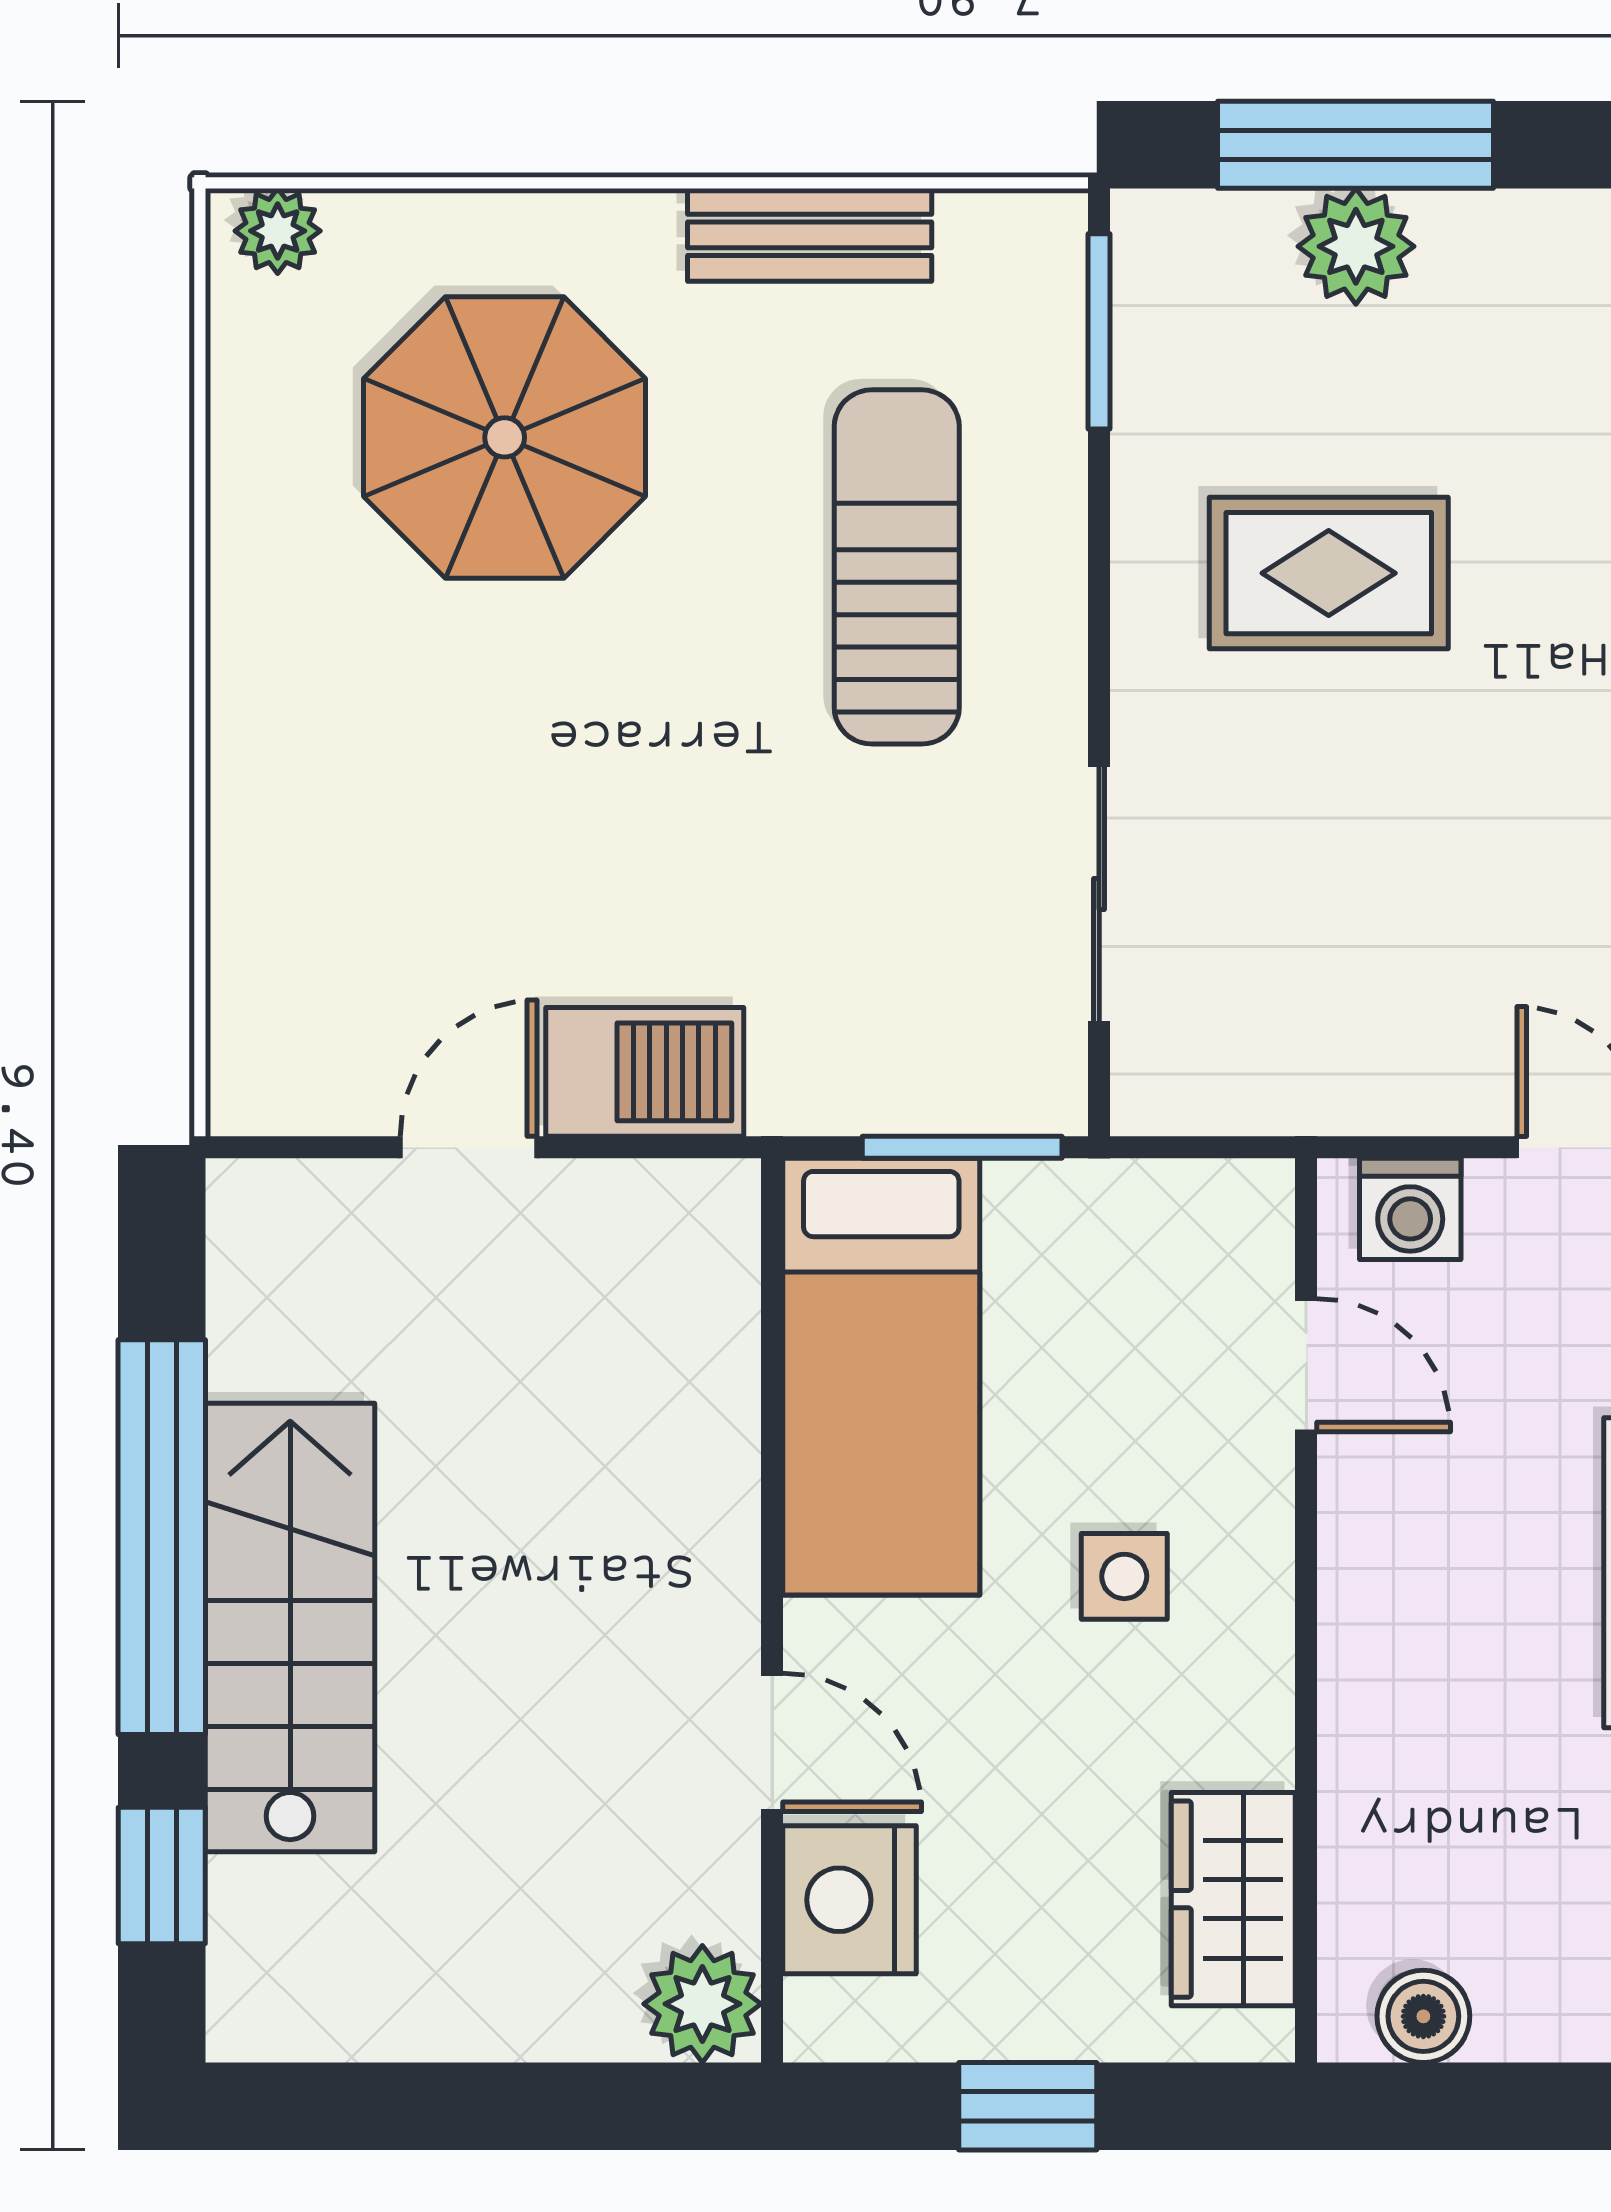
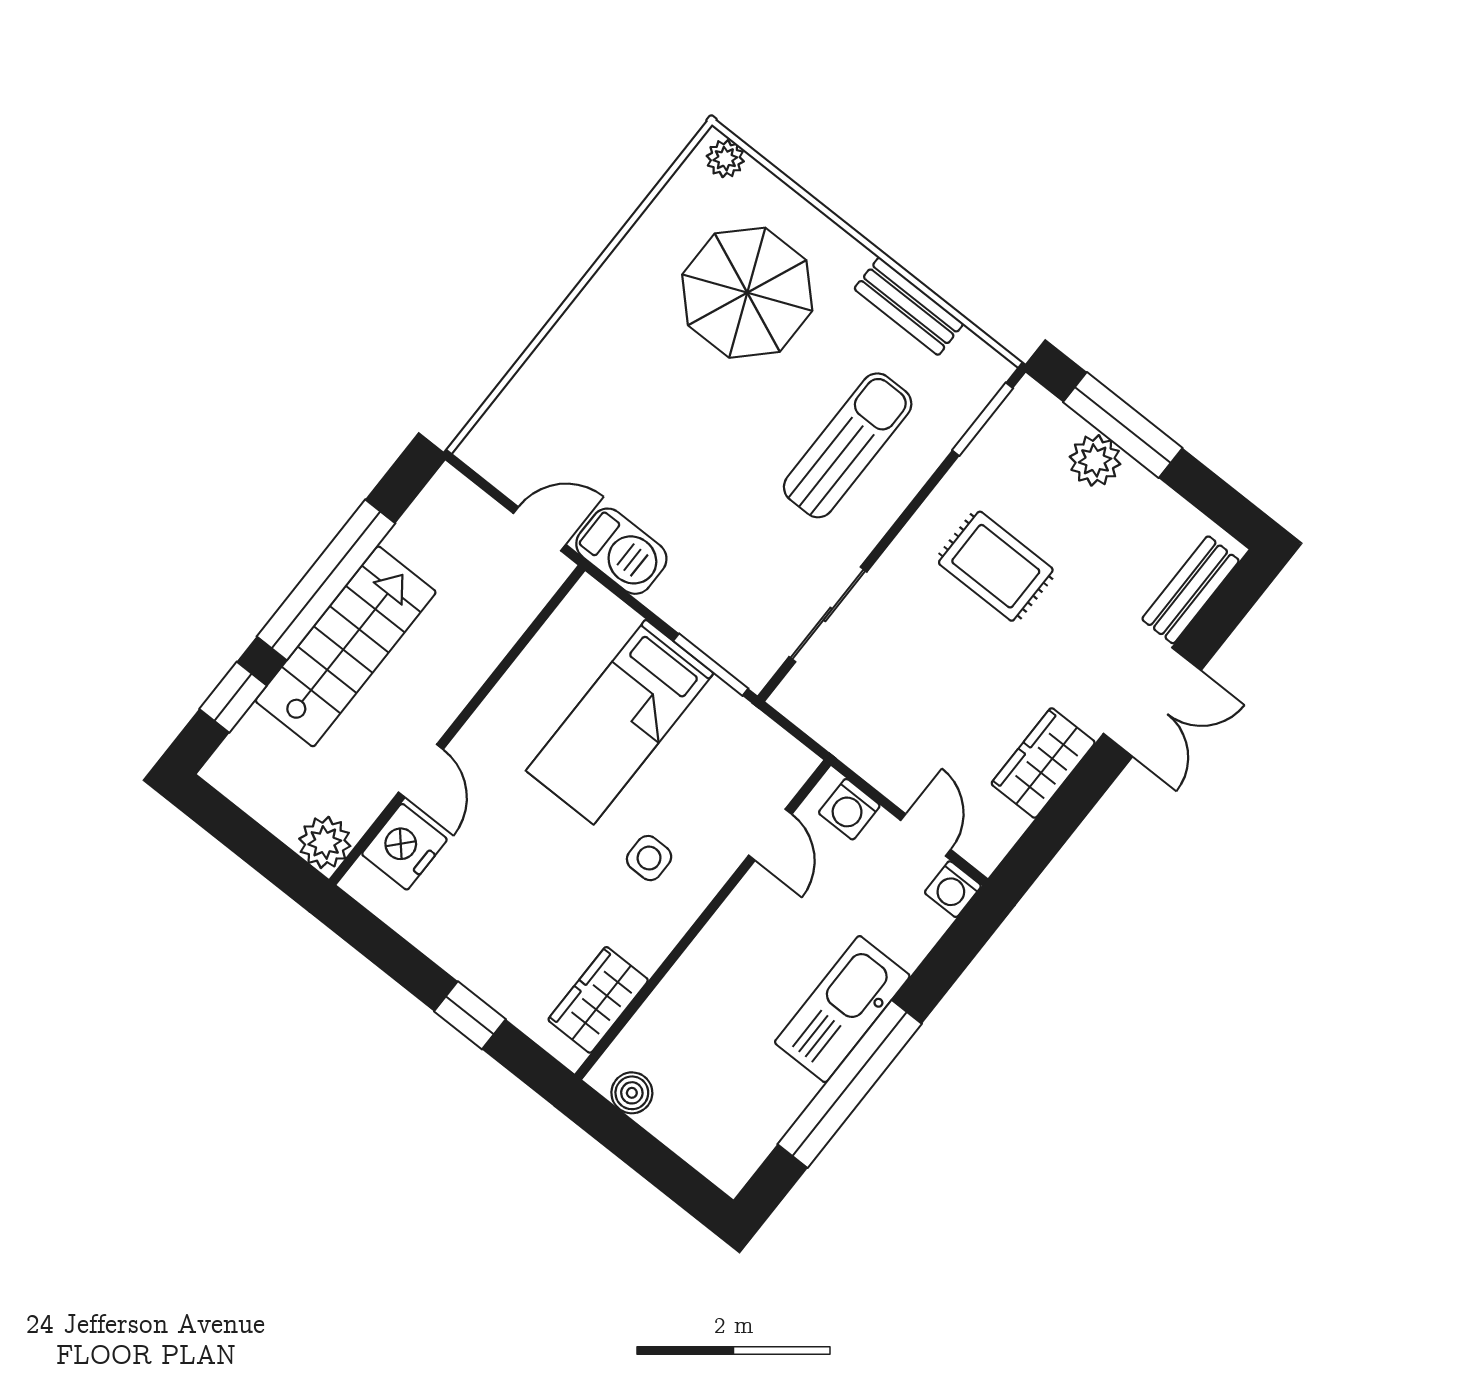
wall: (772, 1610) -> (457, 725), moved
door: (772, 1742) -> (421, 771), moved
nightstand: (850, 1900) -> (404, 847), moved
plant: (702, 2004) -> (325, 842), moved

